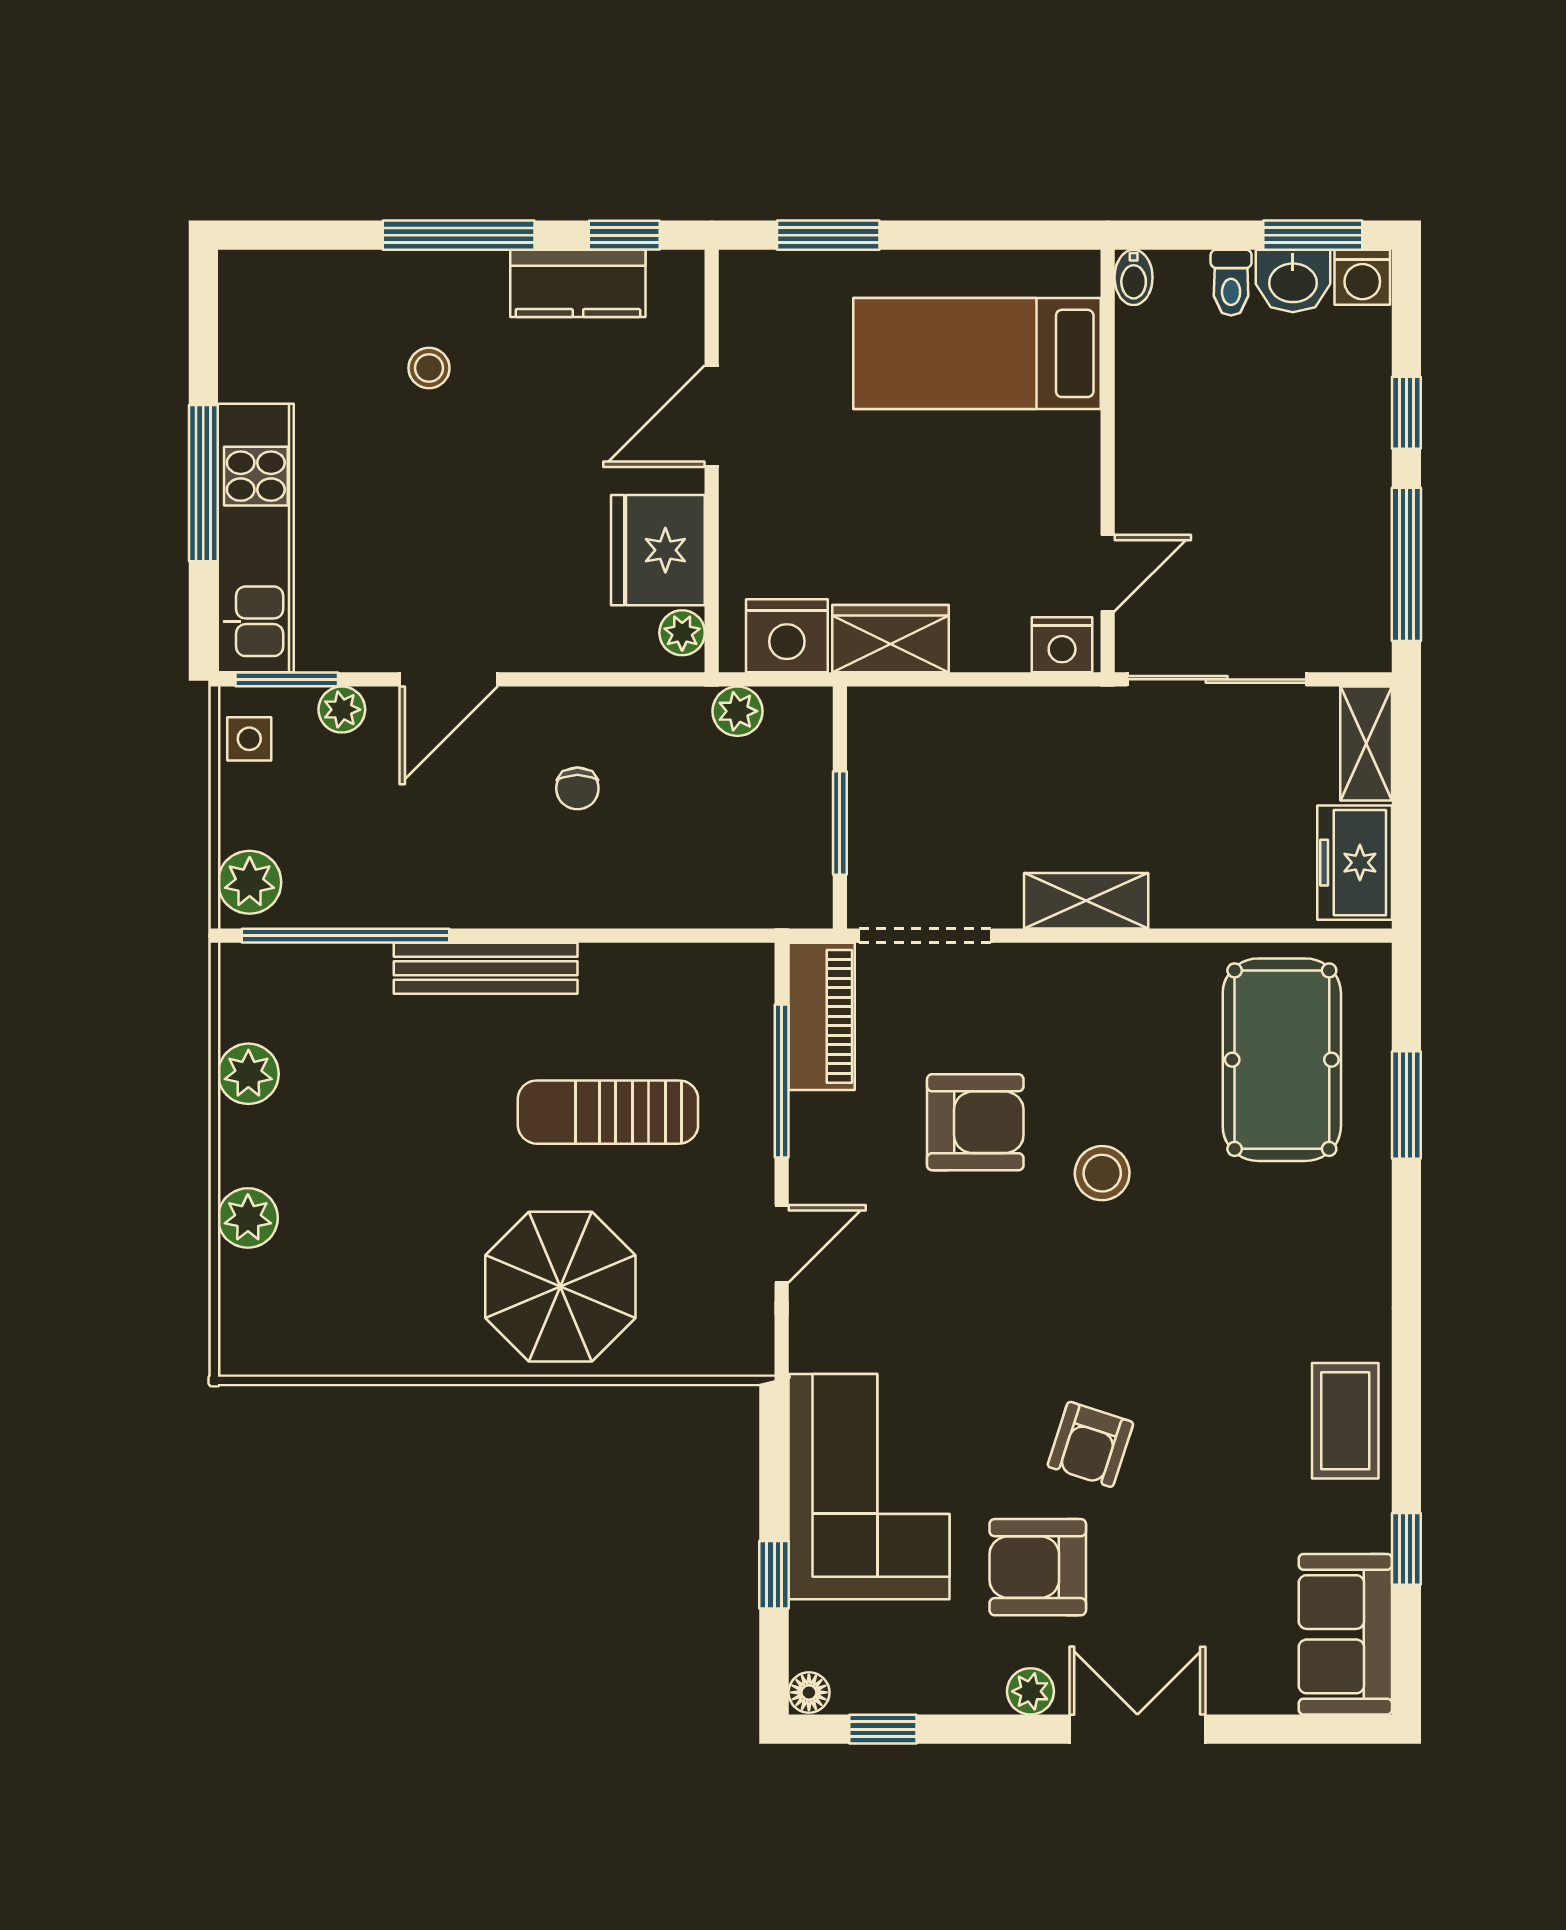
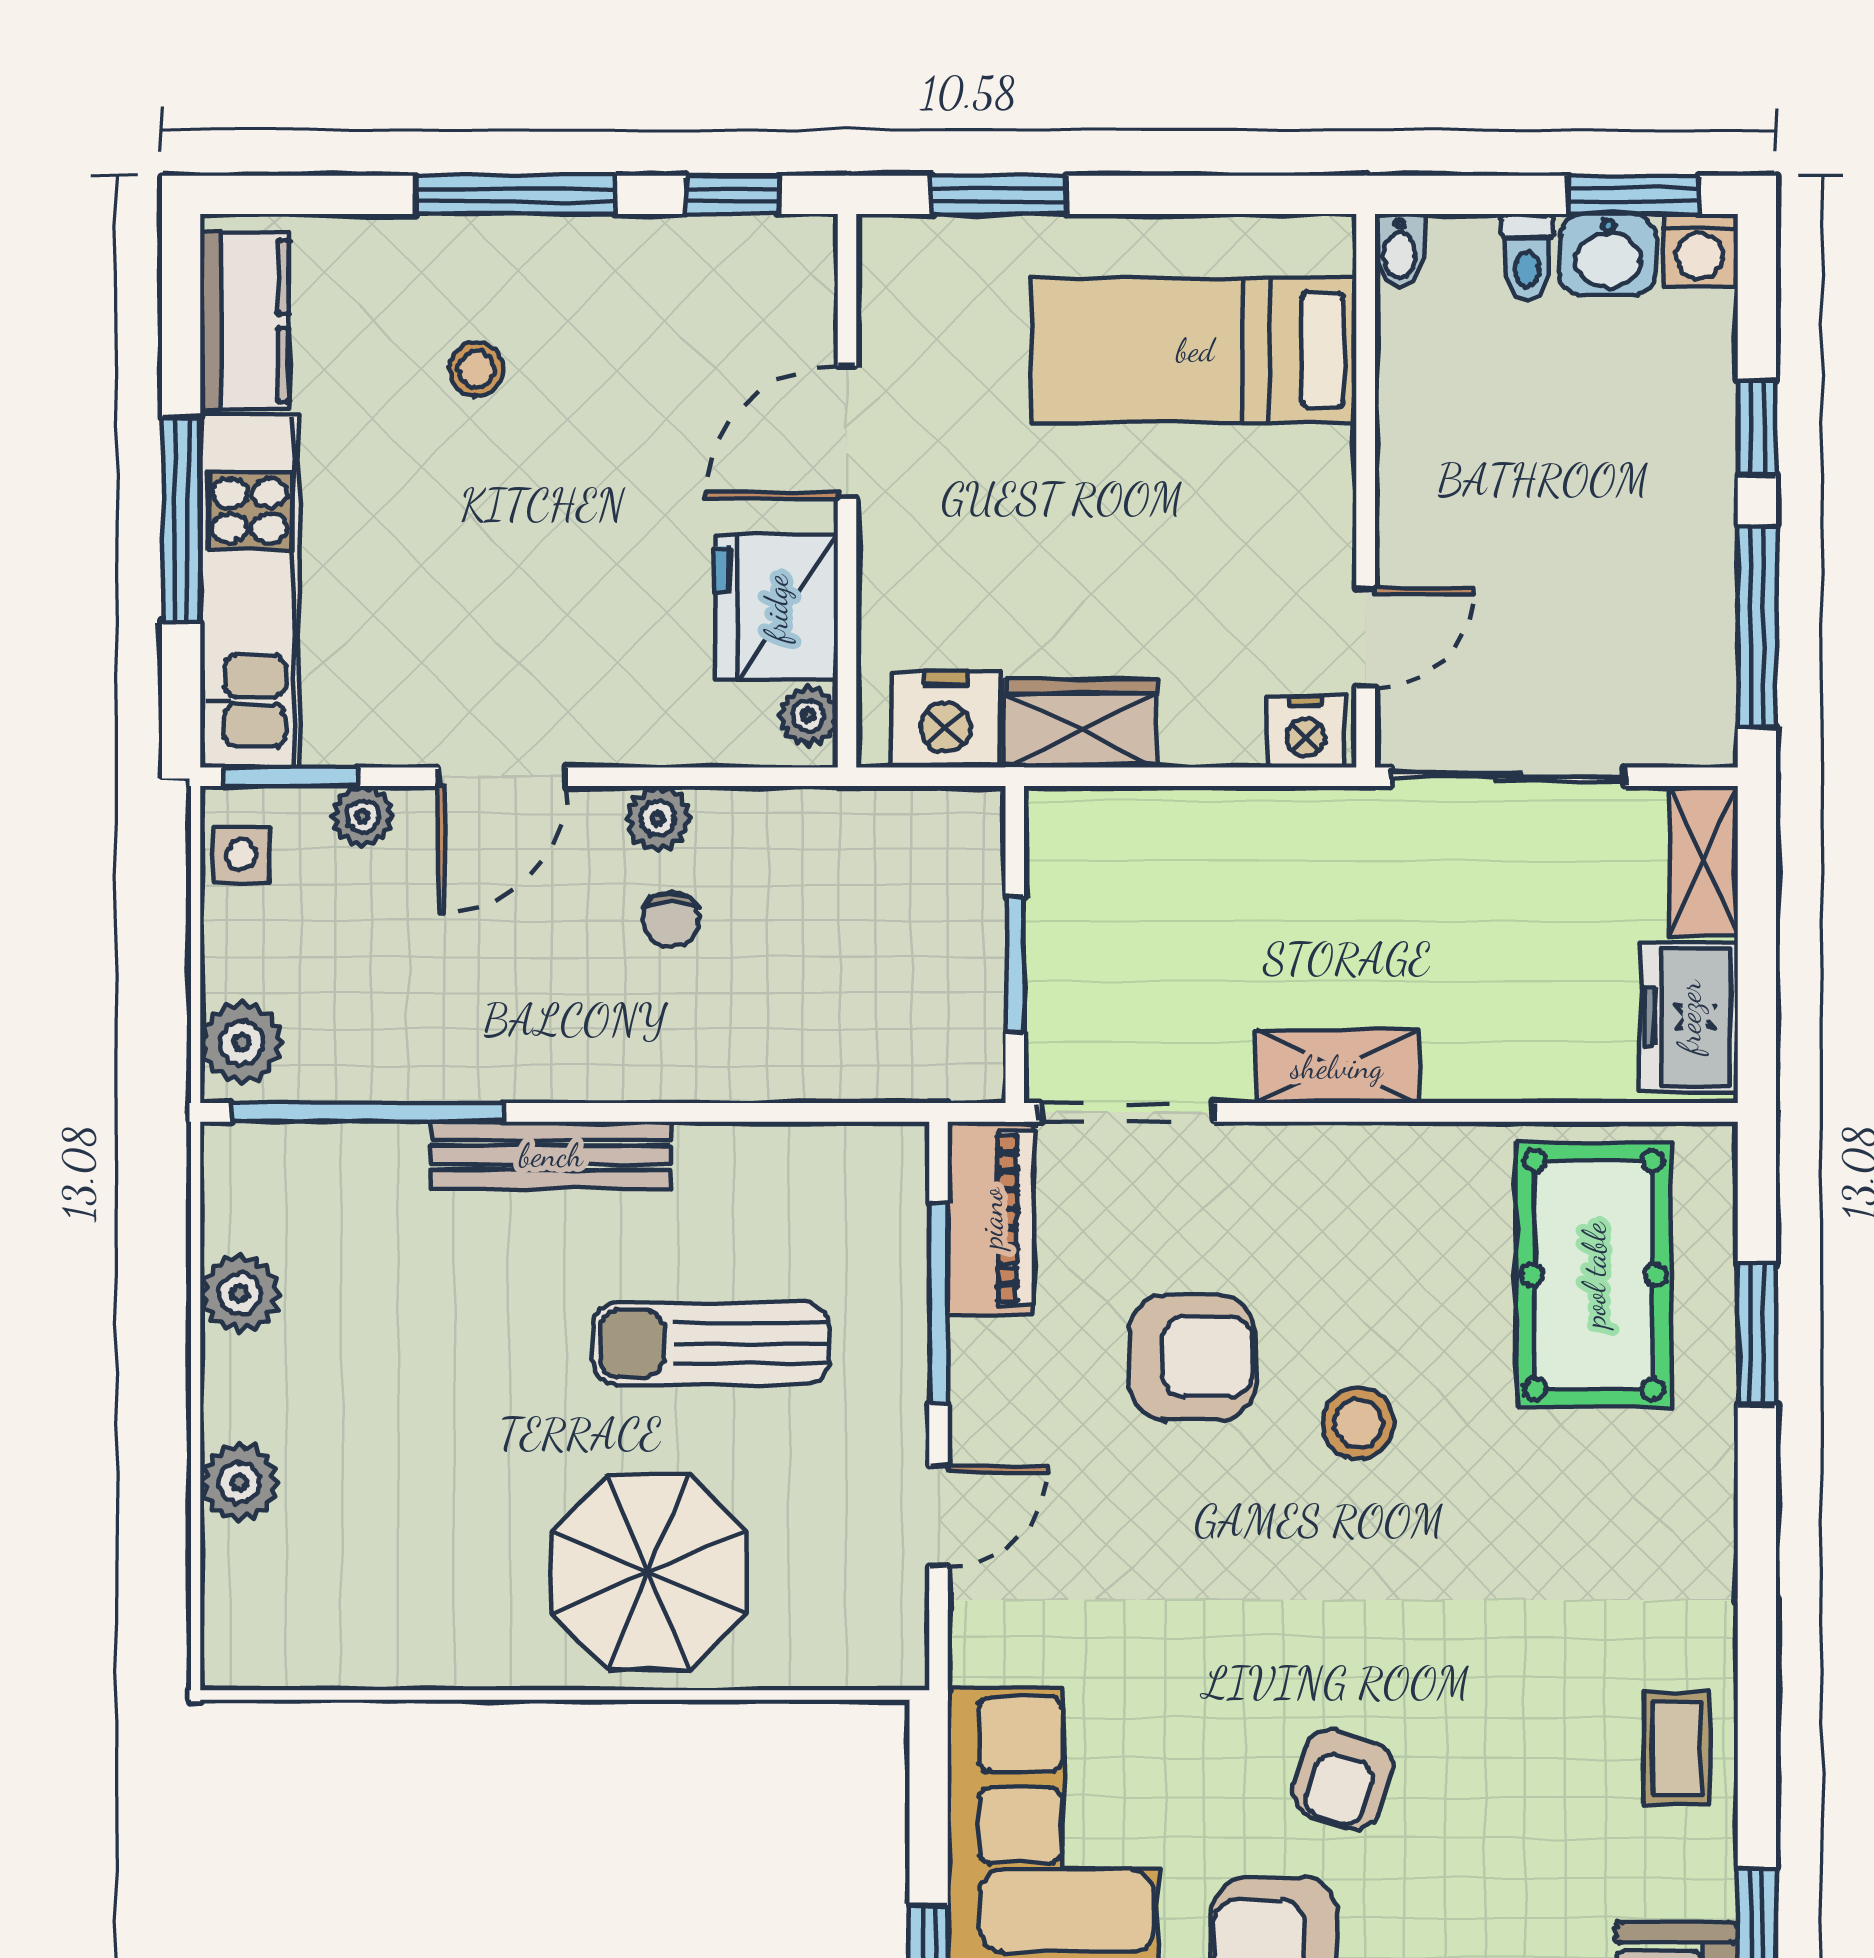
kitchen counter: (578, 283) -> (244, 321), moved, turned -90
plant: (738, 711) -> (658, 818), moved
coffee table: (1345, 1421) -> (1677, 1748), width x0.73, depth x0.77

